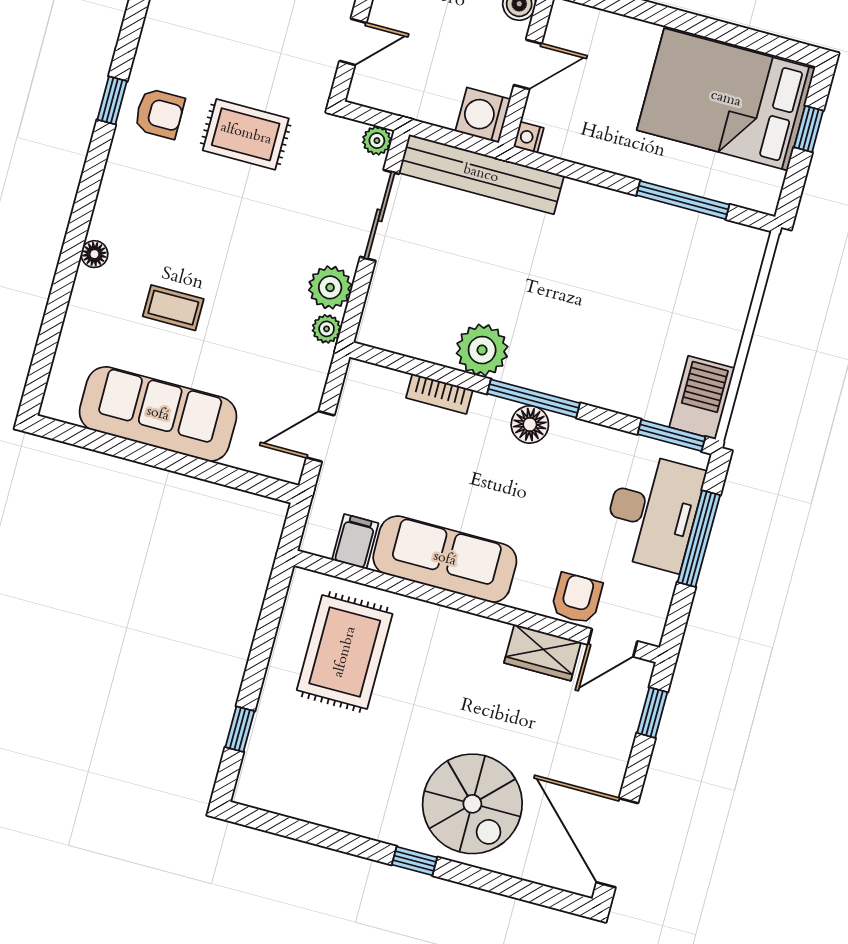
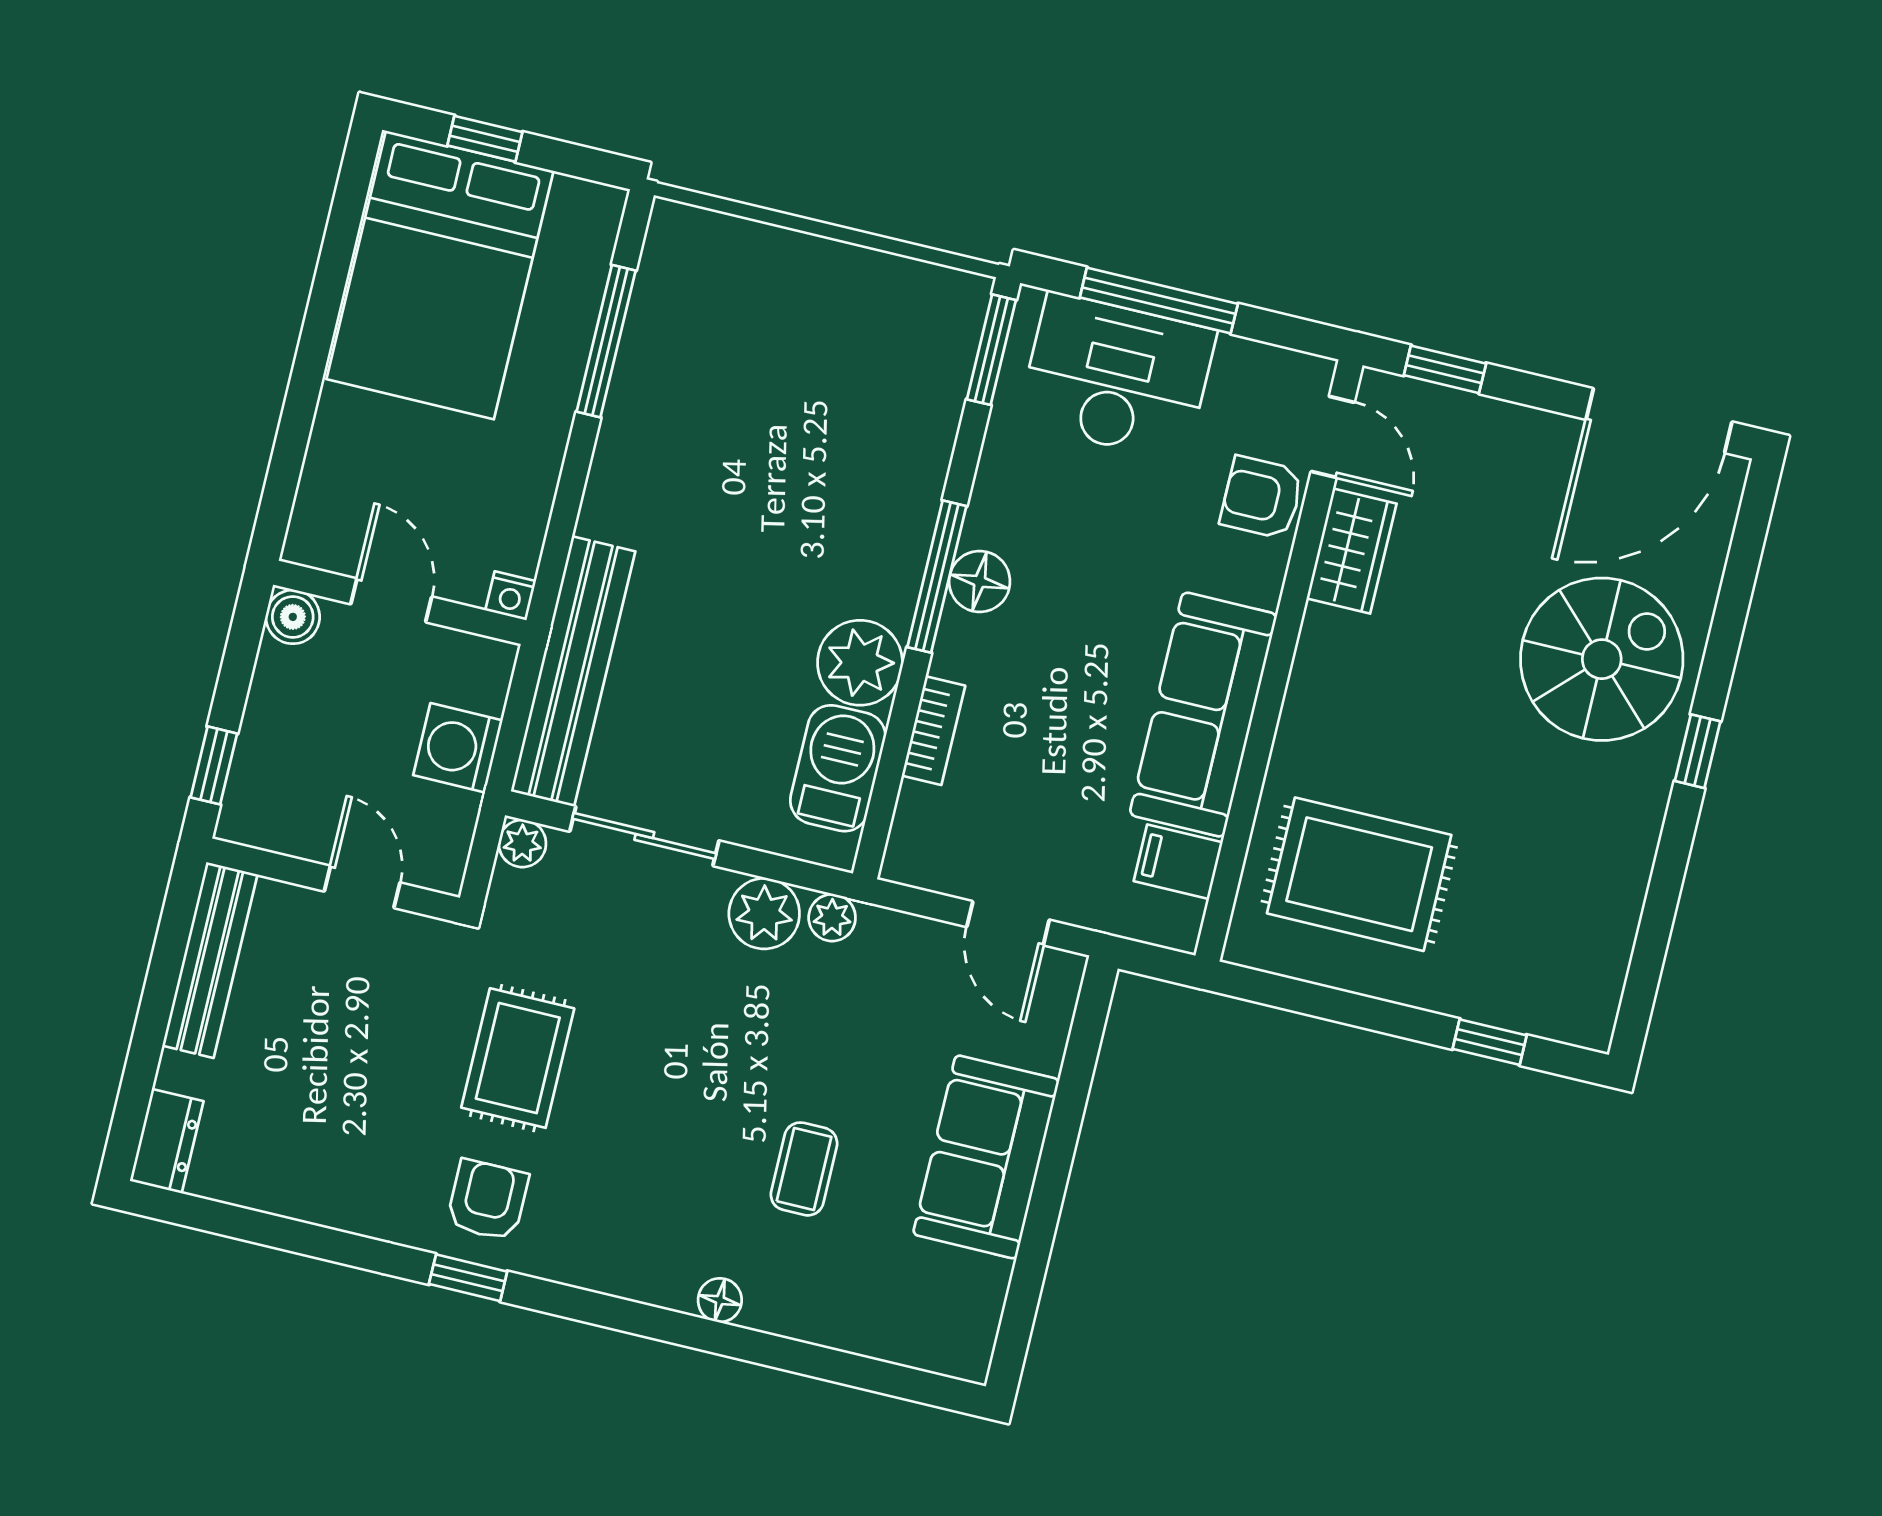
washing machine: (483, 115) -> (458, 748), moved, turned 90
barbecue: (702, 398) -> (838, 768), moved, turned 90
sofa: (158, 414) -> (986, 1157), width x0.73

